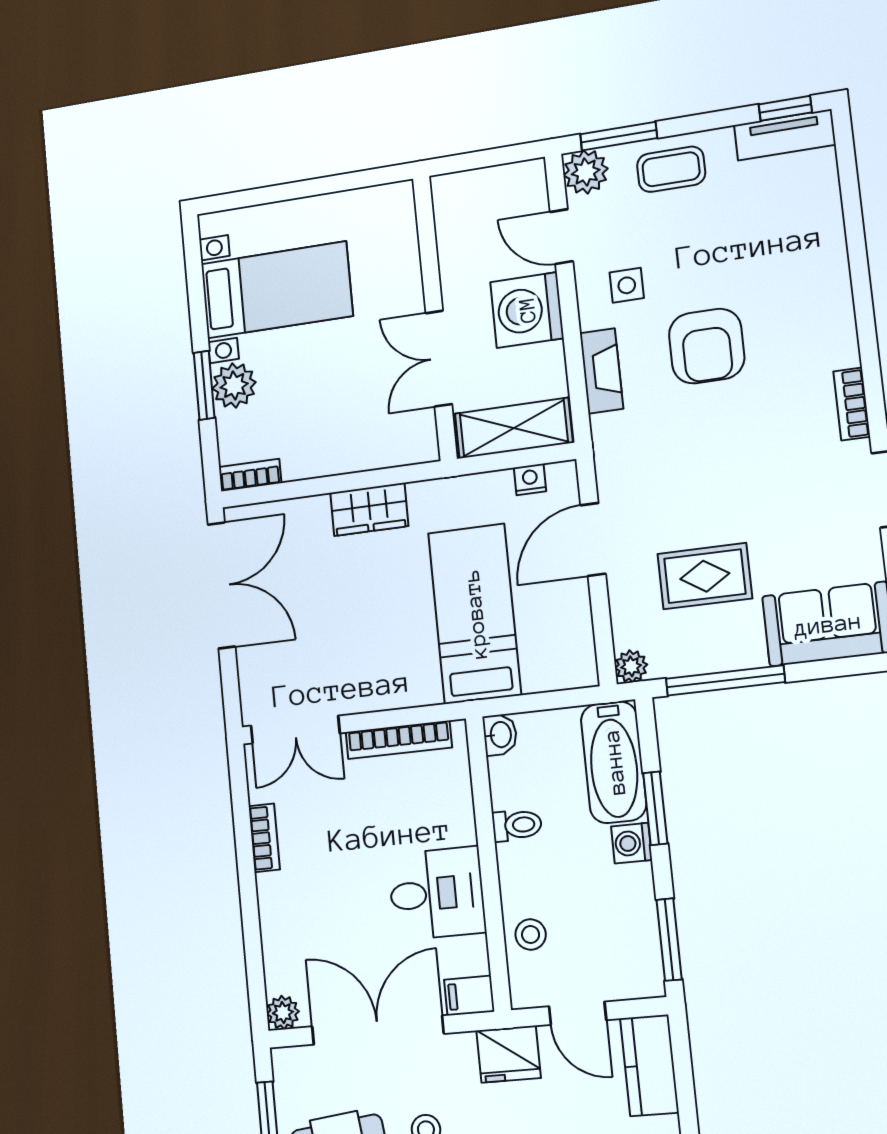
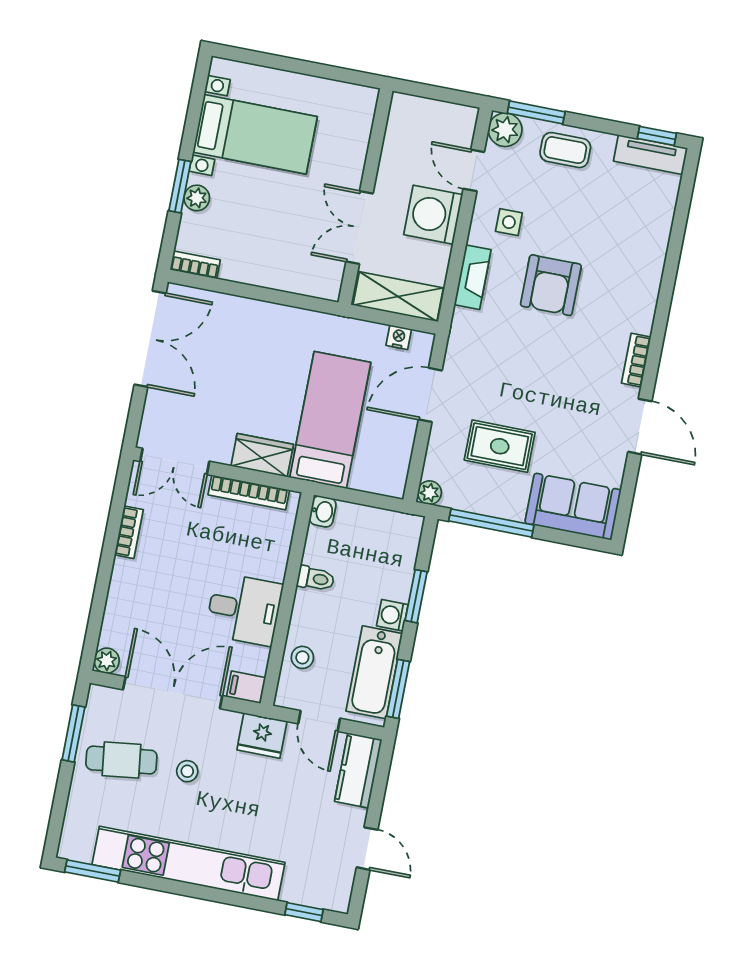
plant: (234, 385) -> (197, 198), width x0.73, depth x0.73
wardrobe: (369, 509) -> (262, 455), moved, turned 180
bathtub: (614, 762) -> (374, 672), moved

